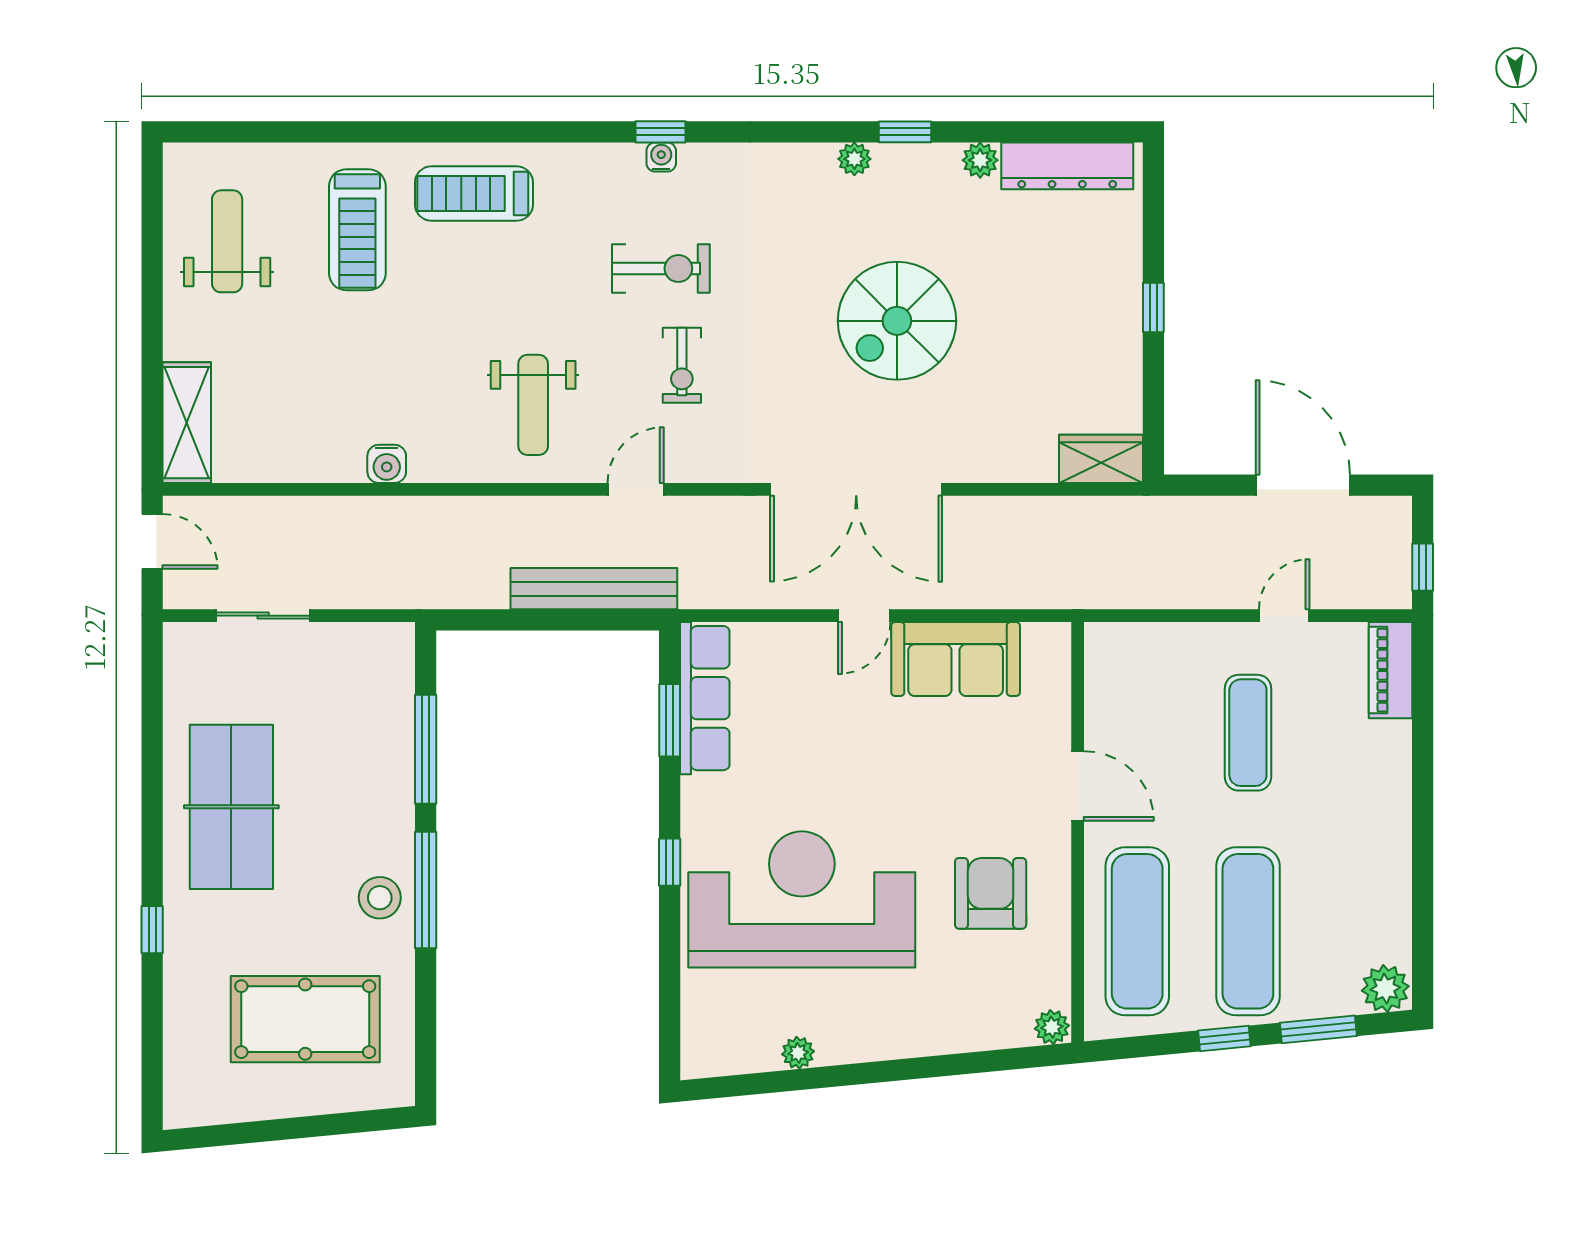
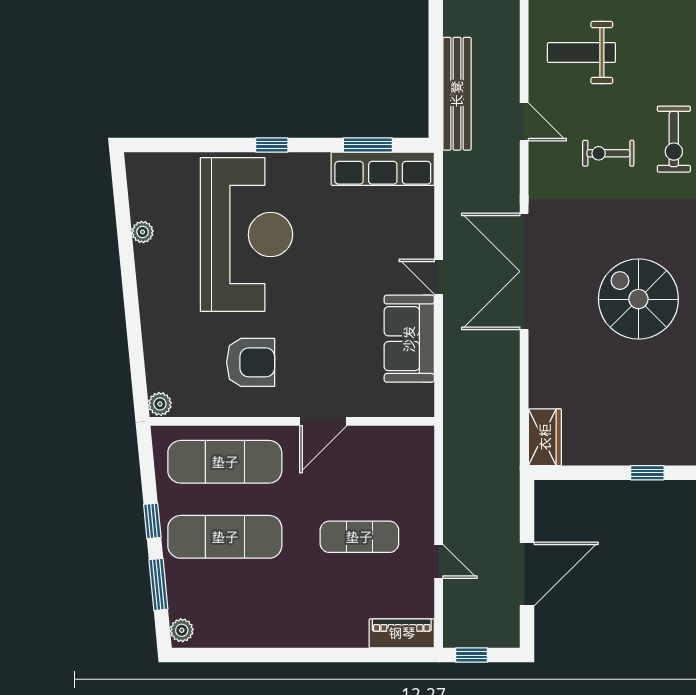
plant: (1385, 988) -> (182, 630), width x0.73, depth x0.73

